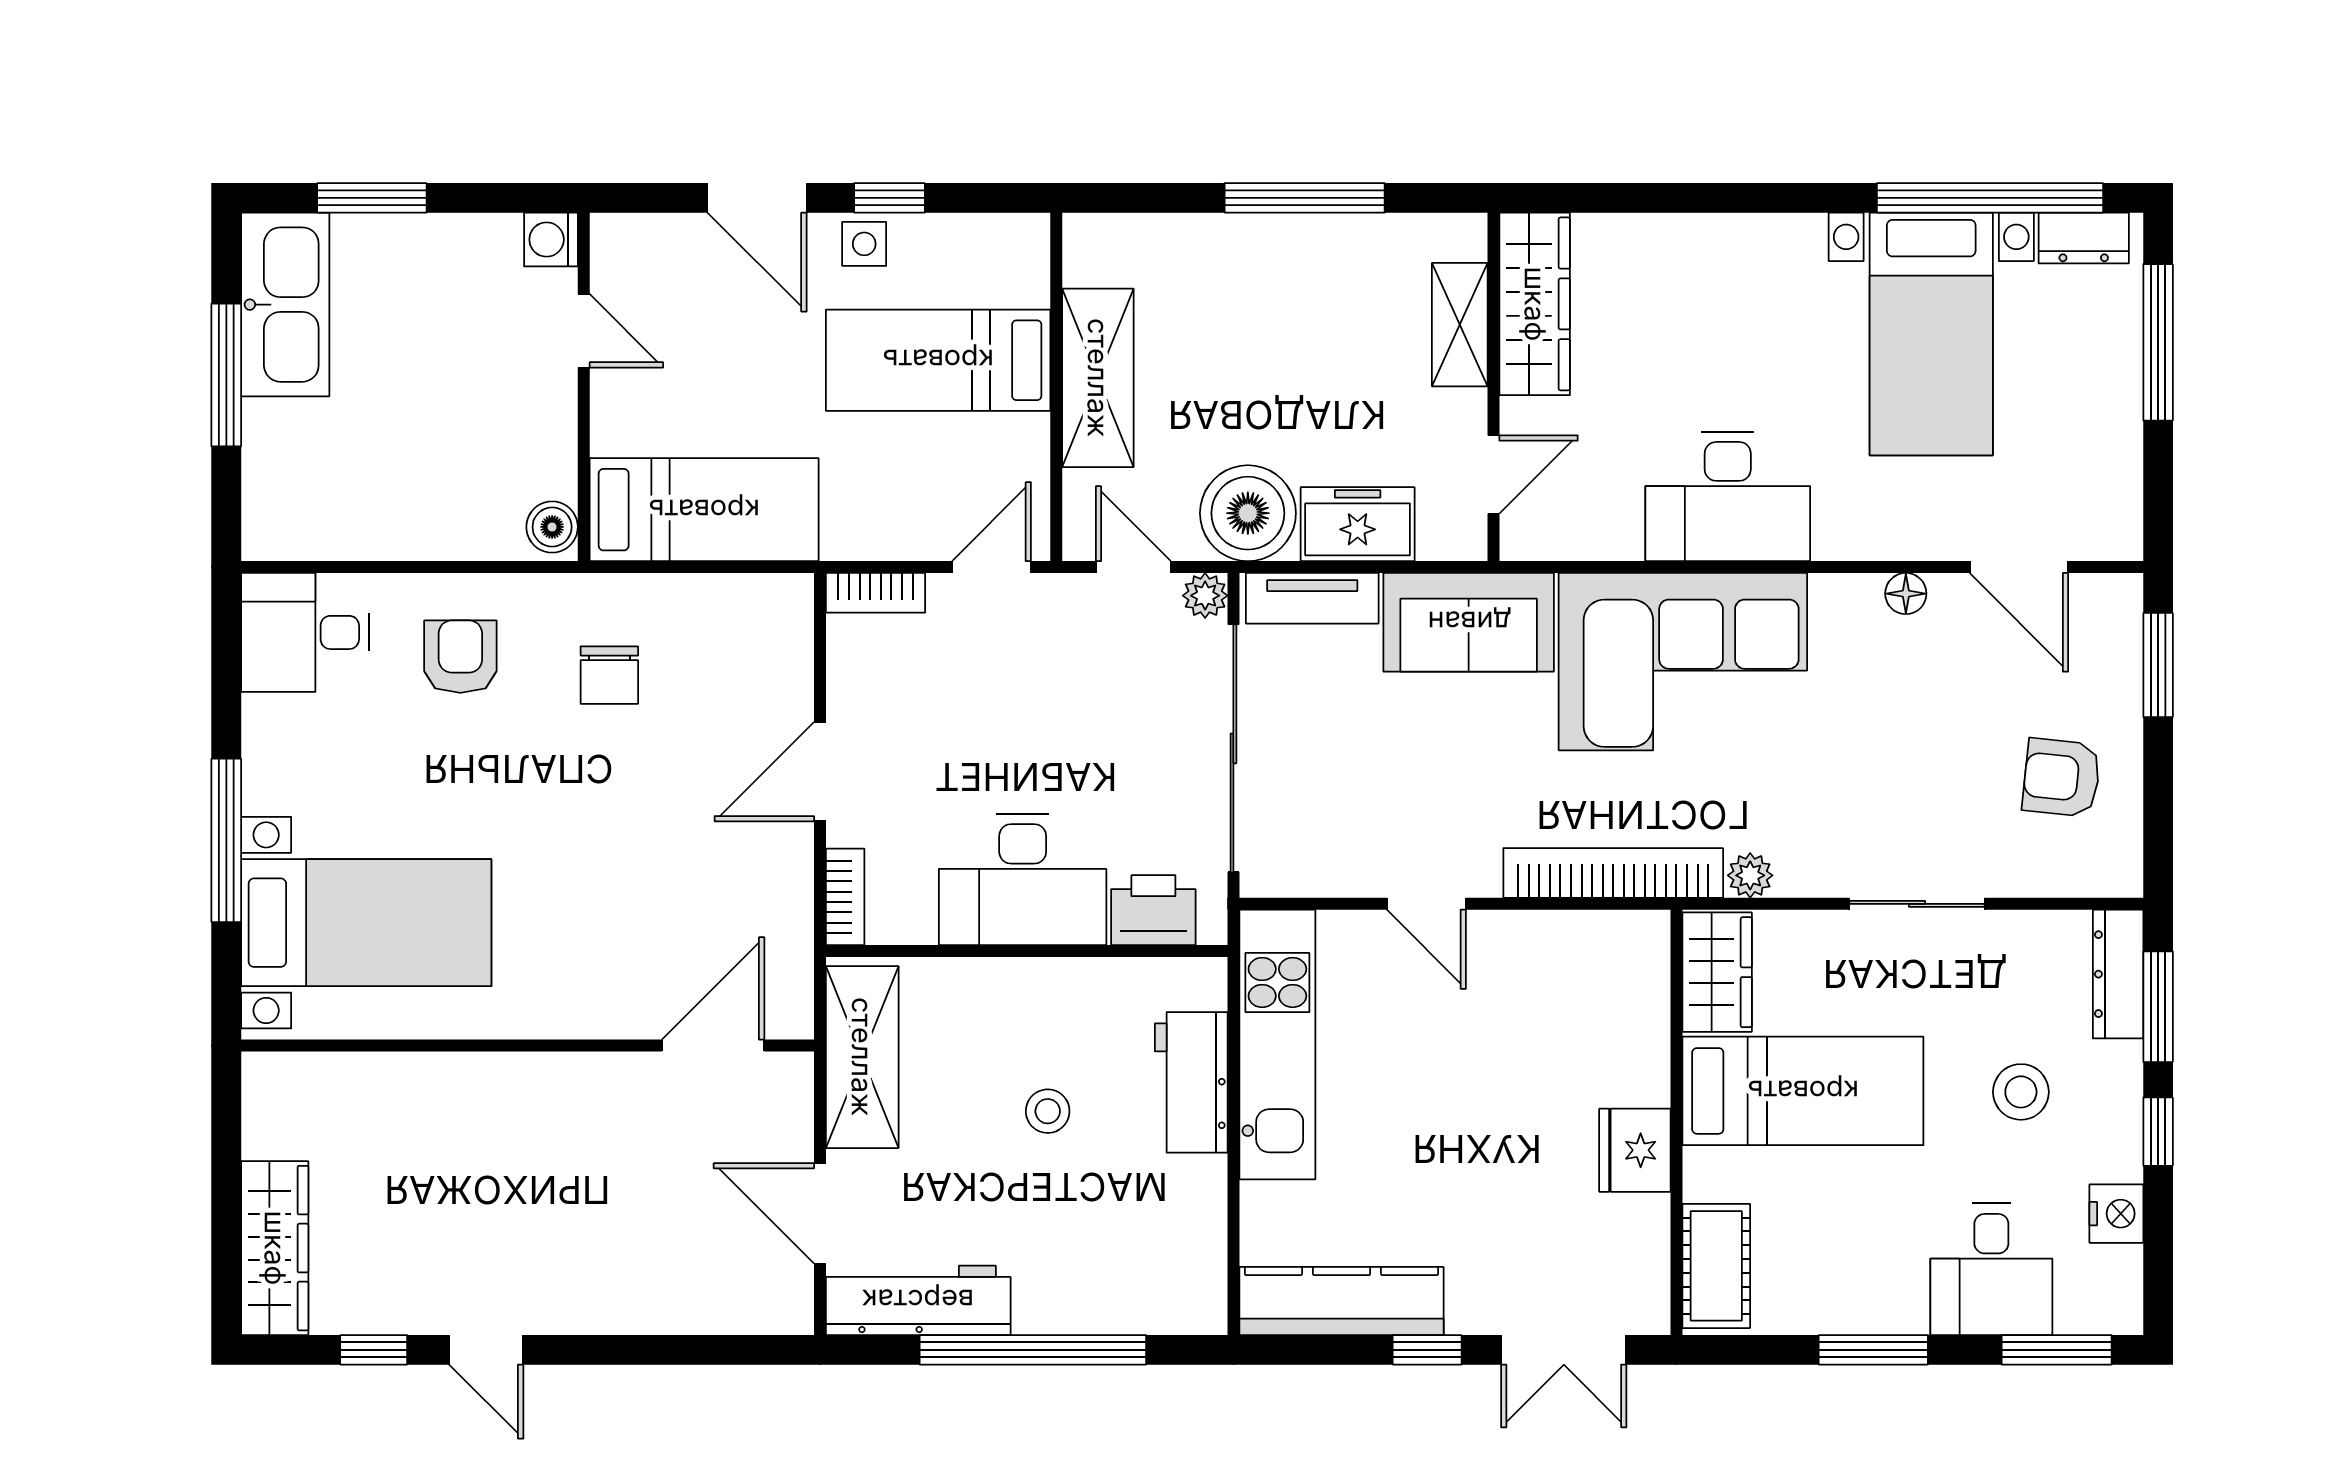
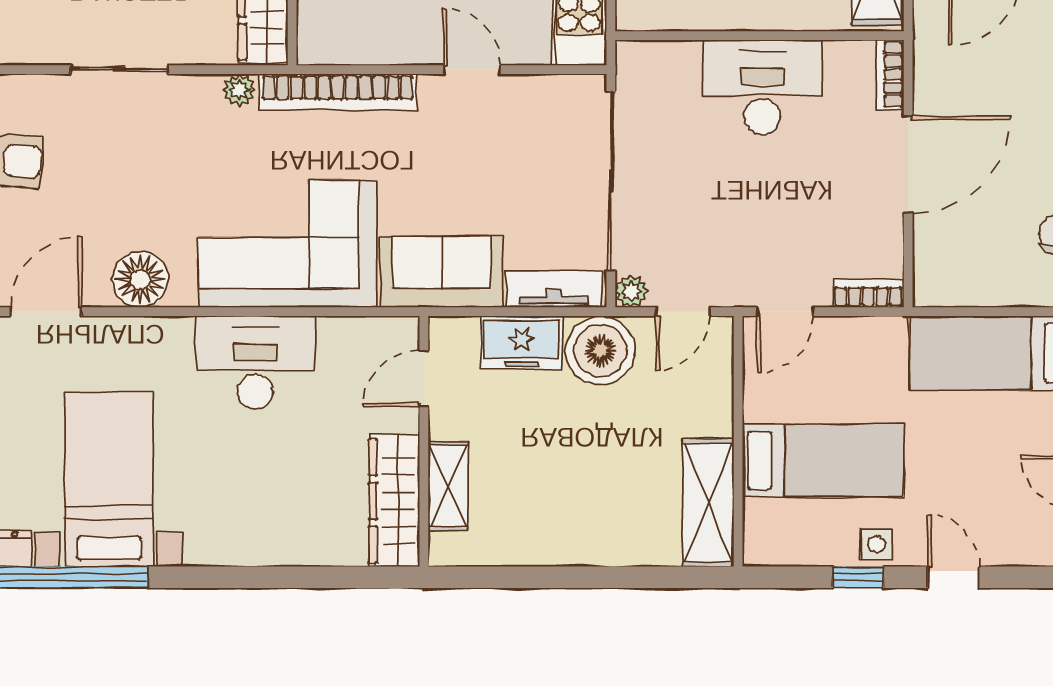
door: (757, 198) -> (953, 577), width x0.73
window: (1305, 198) -> (560, 577), removed
shelving: (1098, 378) -> (708, 502), moved
door: (1133, 567) -> (683, 312), hinge flipped
door: (2019, 567) -> (46, 312), hinge flipped
floor lamp: (1906, 594) -> (140, 280), width x1.89, depth x1.89
door: (820, 772) -> (908, 165), width x1.36
printer: (1153, 910) -> (668, 65), removed

